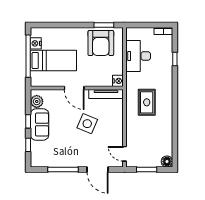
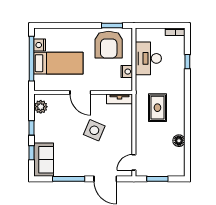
nightstand: (118, 81) -> (127, 72), moved
tv unit: (106, 94) -> (119, 99), width x0.71
sofa: (40, 125) -> (44, 160), moved
door: (125, 154) -> (134, 162), hinge flipped
floor lamp: (167, 161) -> (179, 141), moved

